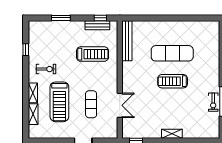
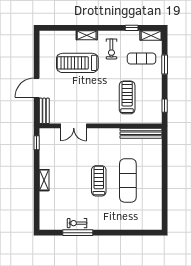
bench: (97, 25) -> (44, 111), moved
treadmill: (92, 54) -> (127, 97), turned 180
exercise mat: (91, 104) -> (142, 59), moved
shelving: (33, 114) -> (151, 35), moved

